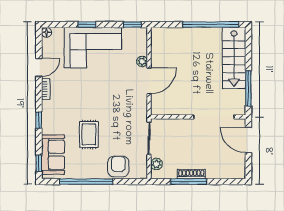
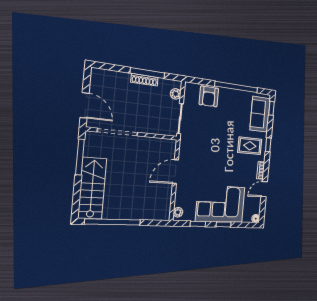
window: (132, 25) -> (198, 224), moved
plant: (142, 61) -> (178, 212), moved
rug: (89, 134) -> (250, 146), moved, turned 90

